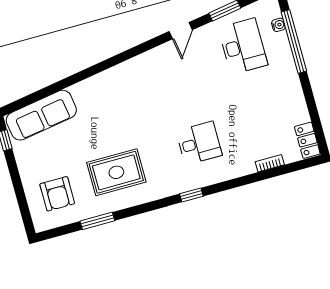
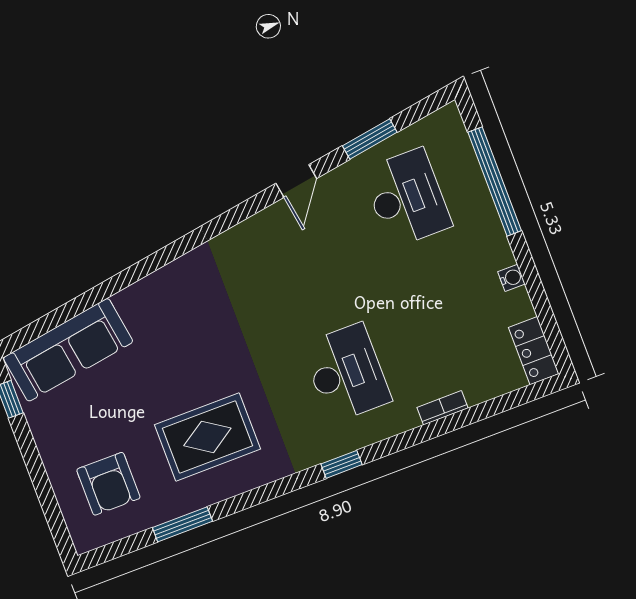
water cooler: (278, 25) -> (511, 278), moved
desk: (199, 143) -> (346, 373), width x1.37
bookcase: (270, 163) -> (443, 408), moved

